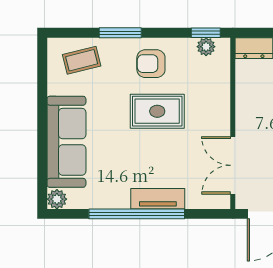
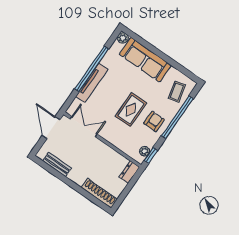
window: (120, 33) -> (177, 117), width x2.11
tv unit: (158, 199) -> (92, 83), width x1.41

